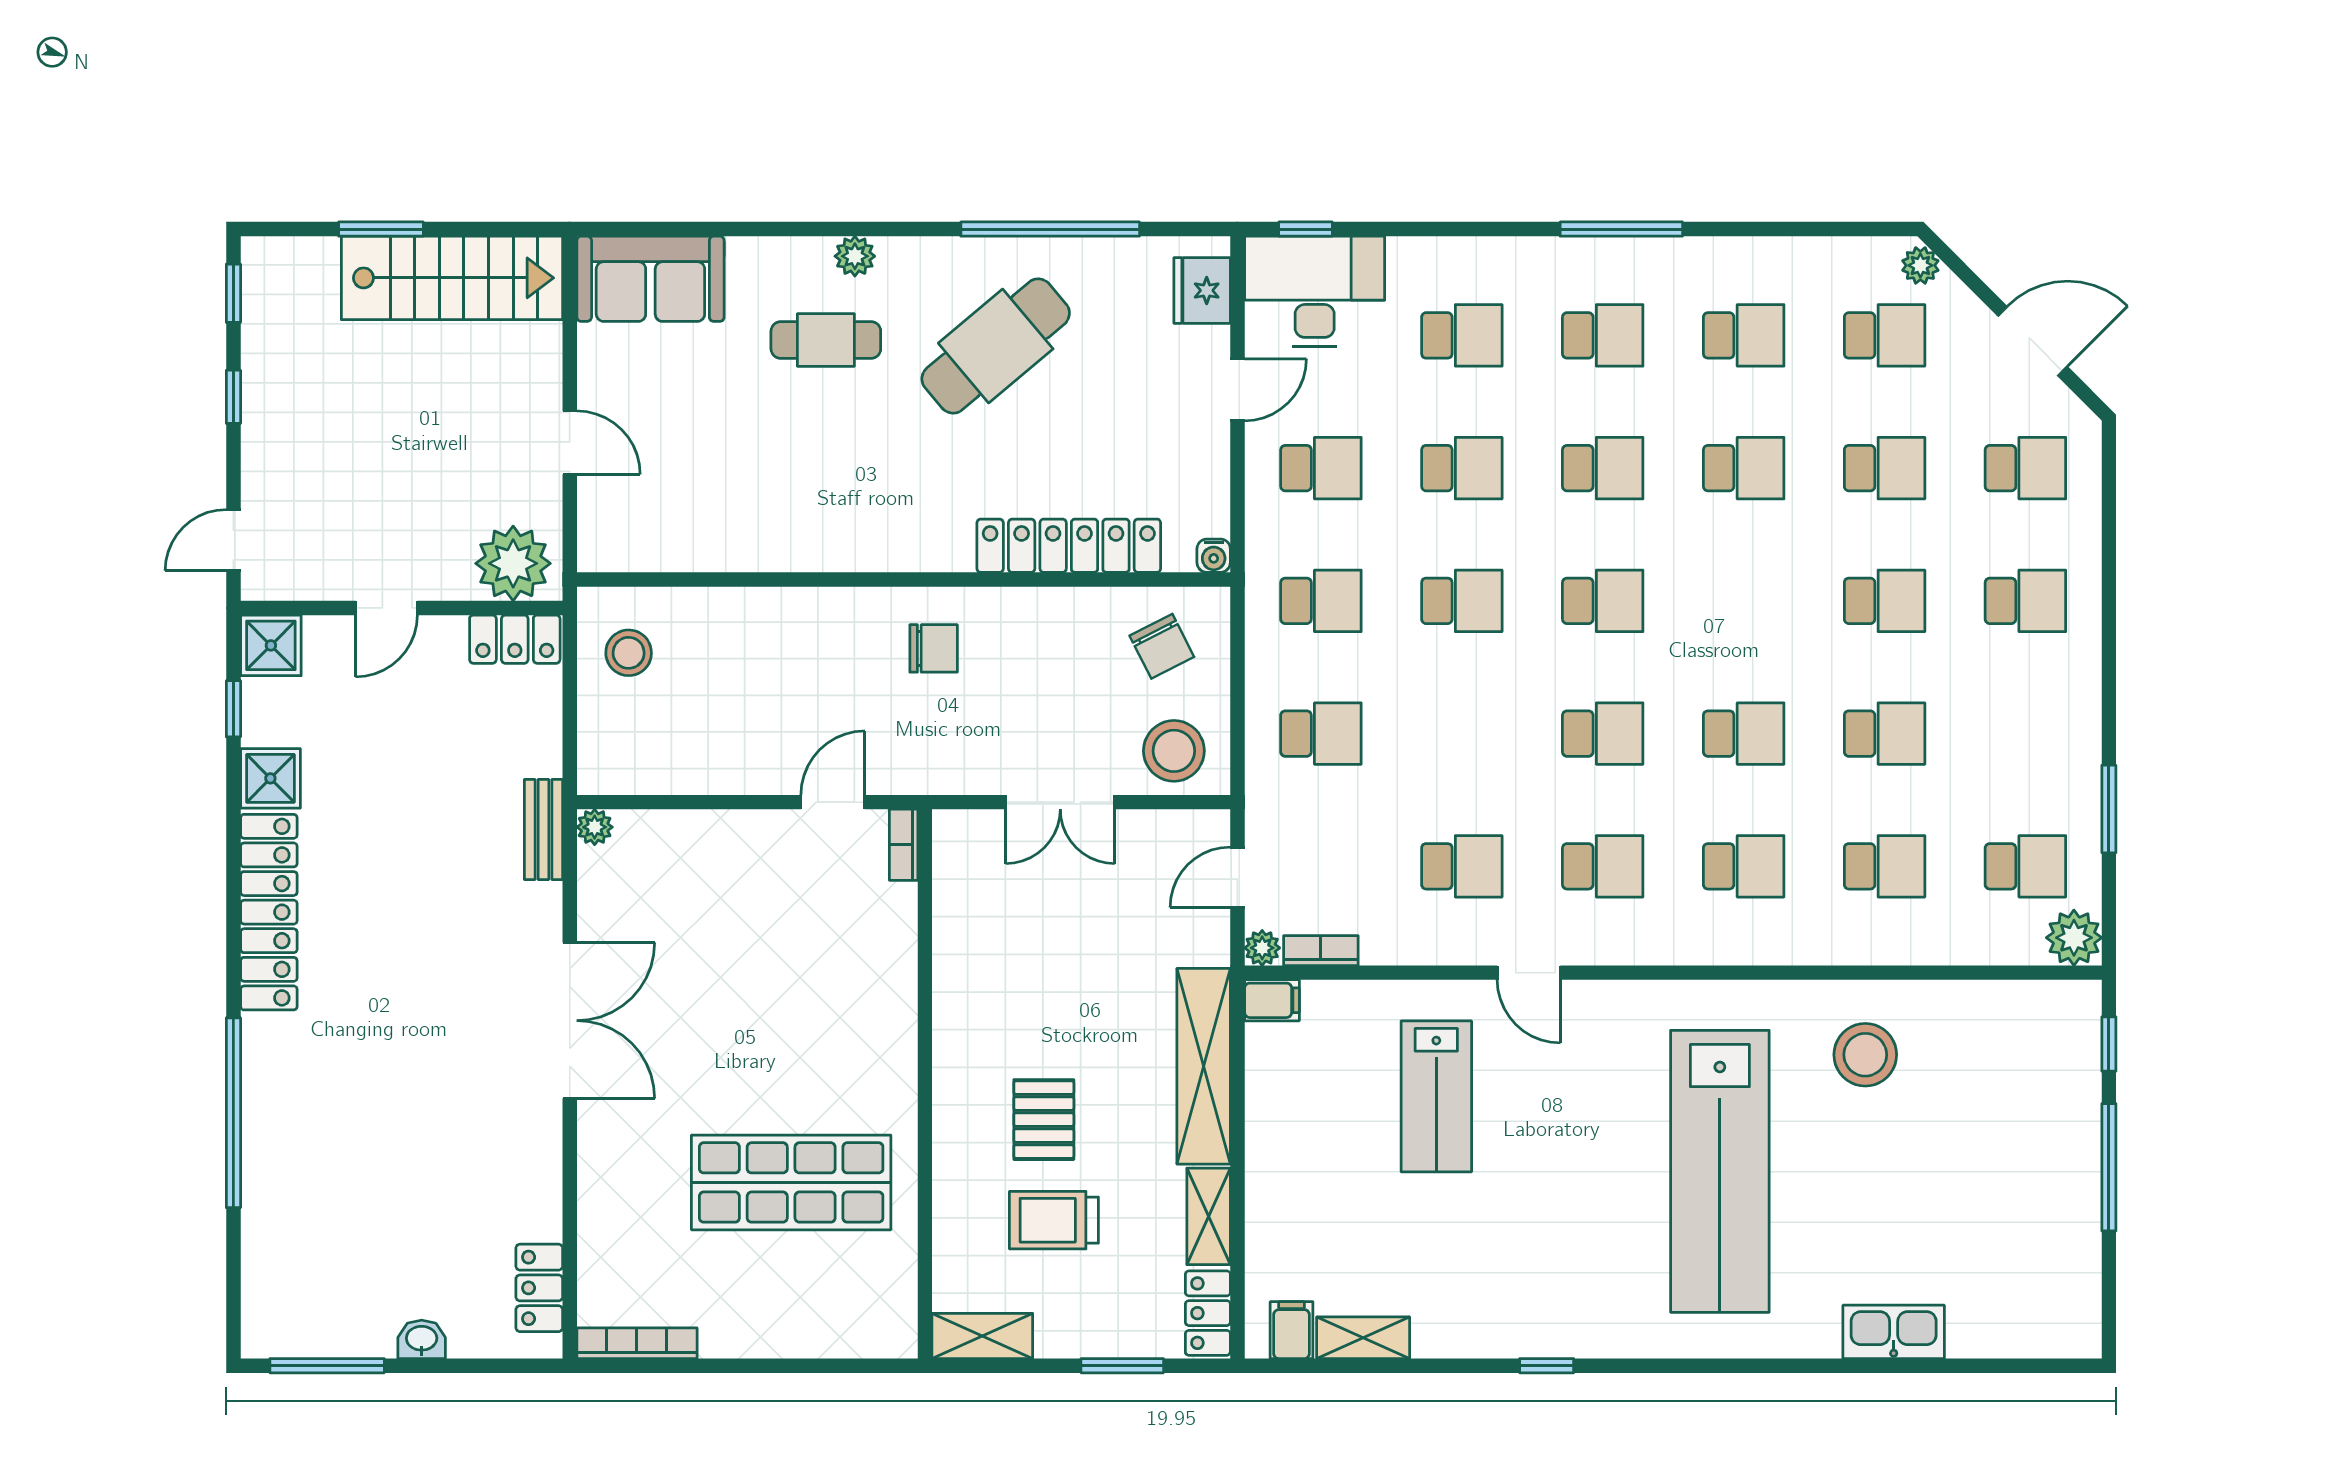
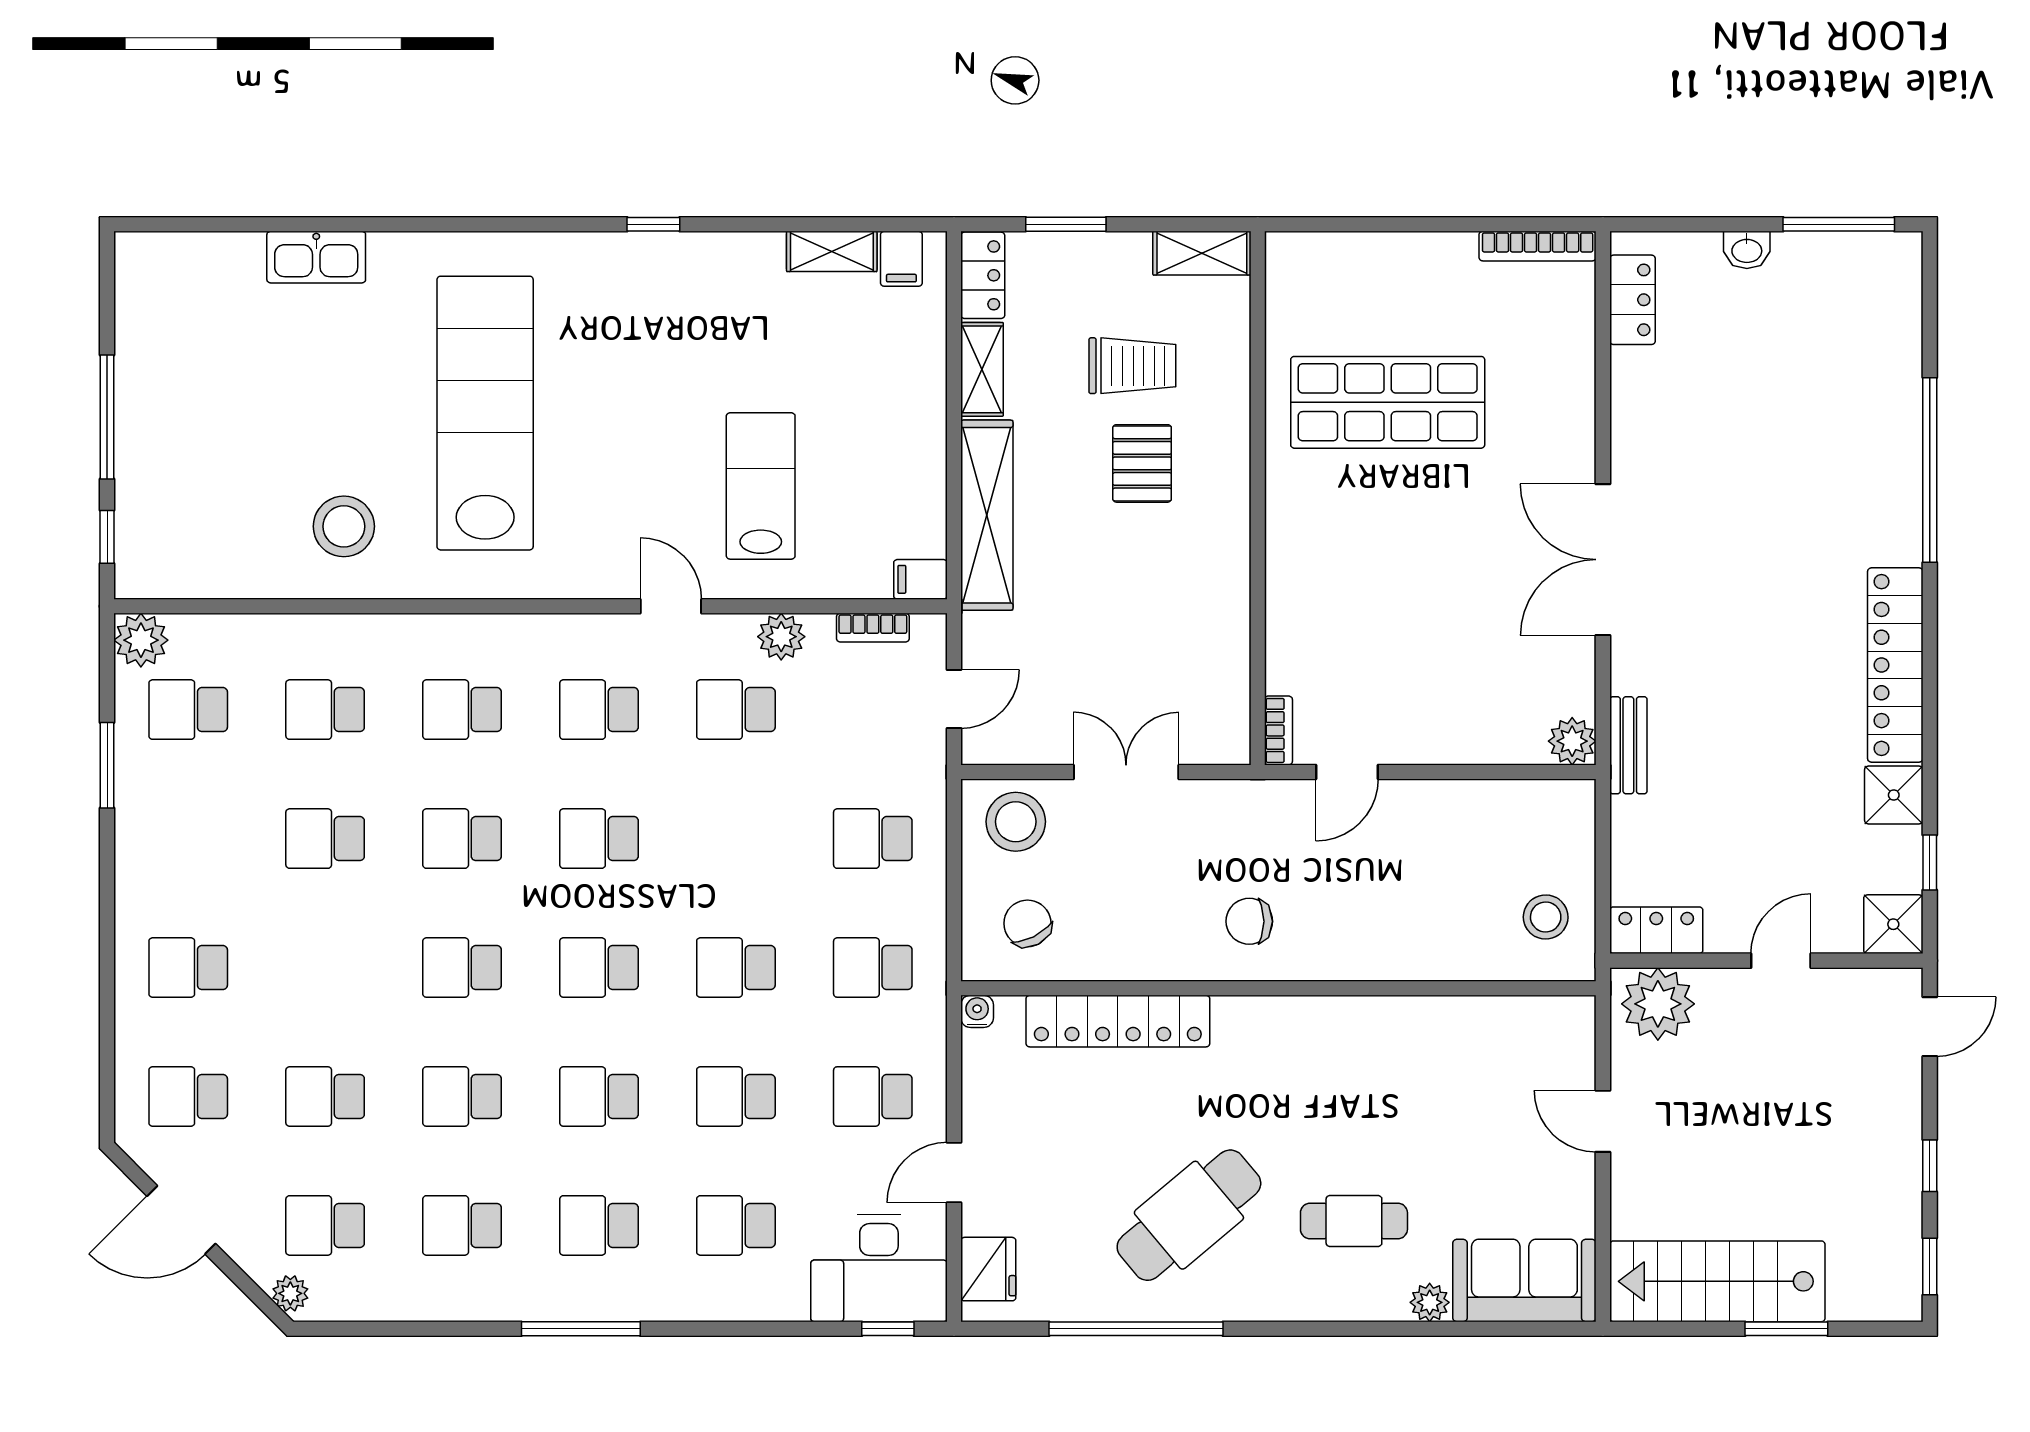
plant: (855, 256) -> (1430, 1302), moved
school desk: (1885, 601) -> (462, 968), moved
plant: (595, 827) -> (1572, 741), width x1.38, depth x1.38
plant: (1262, 948) -> (781, 637), moved, width x1.38, depth x1.38

